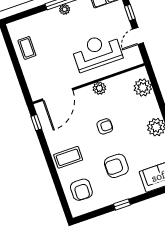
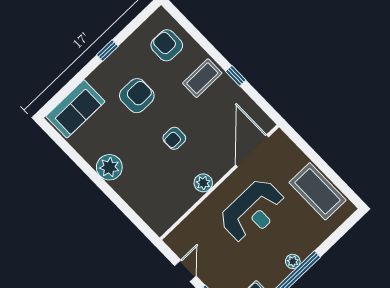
coffee table: (27, 48) -> (318, 191), width x1.86, depth x1.72
reception desk: (97, 52) -> (253, 211), moved
plant: (143, 87) -> (149, 209), removed
window: (36, 123) -> (236, 76), moved

